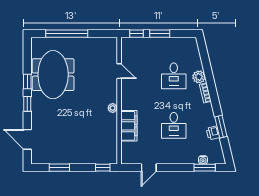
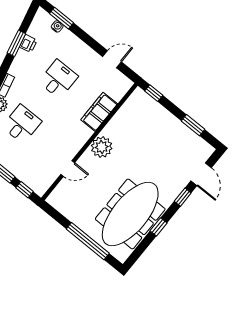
door: (119, 71) -> (68, 168), swing flipped
meeting table: (53, 75) -> (130, 214), width x1.36
window: (27, 104) -> (183, 197), moved
plant: (113, 108) -> (102, 147), width x1.87, depth x1.87

